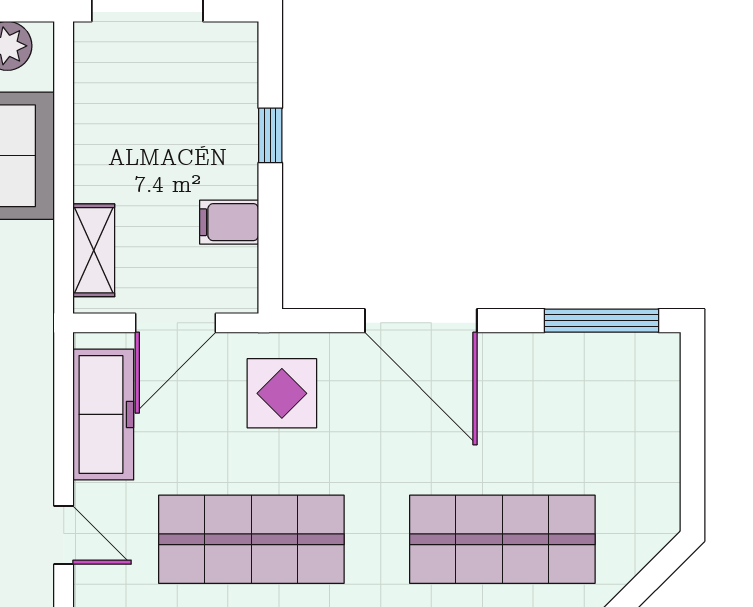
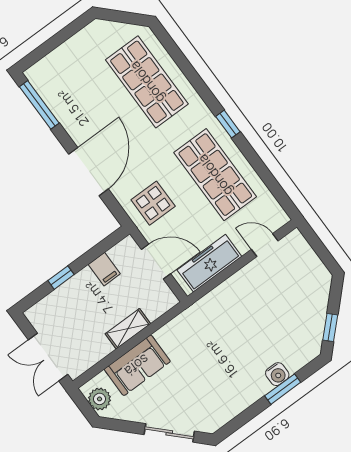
shelving: (94, 250) -> (128, 329), moved
door: (64, 535) -> (265, 245), hinge flipped

